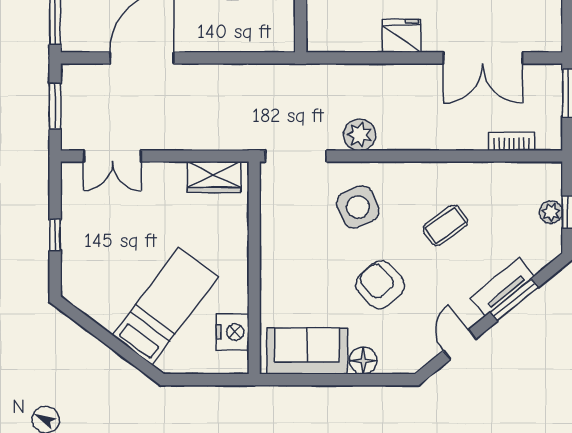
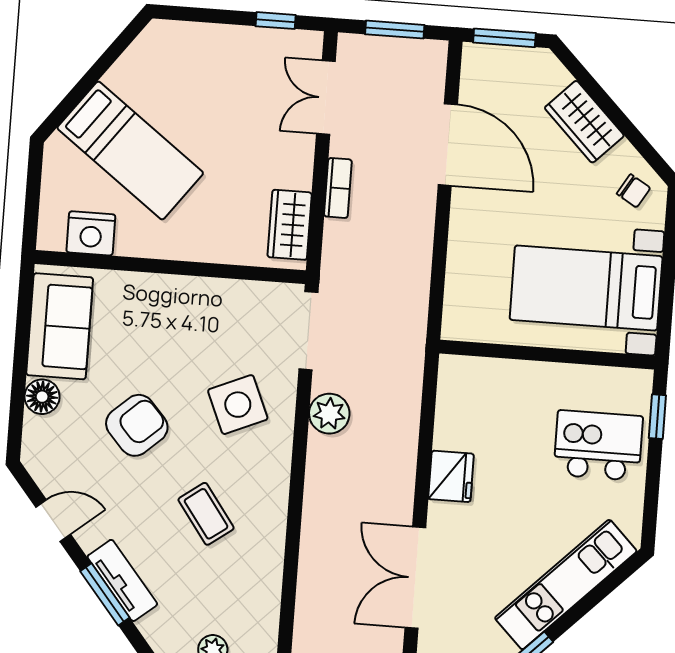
bookcase: (512, 141) -> (338, 188), moved
window: (55, 235) -> (276, 21), moved

